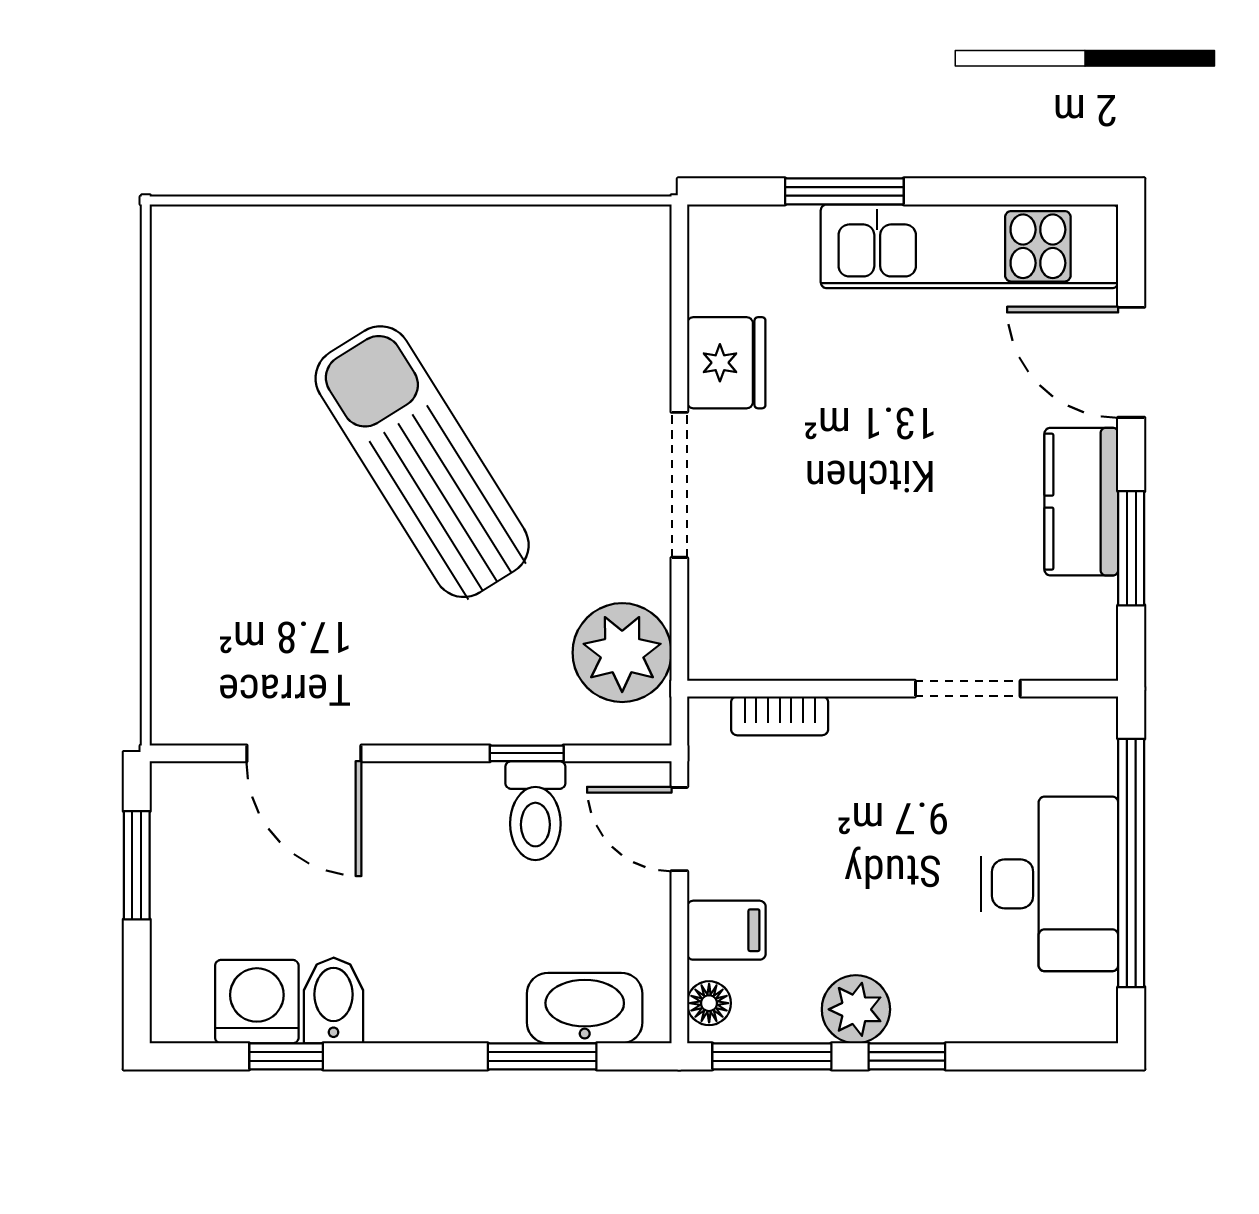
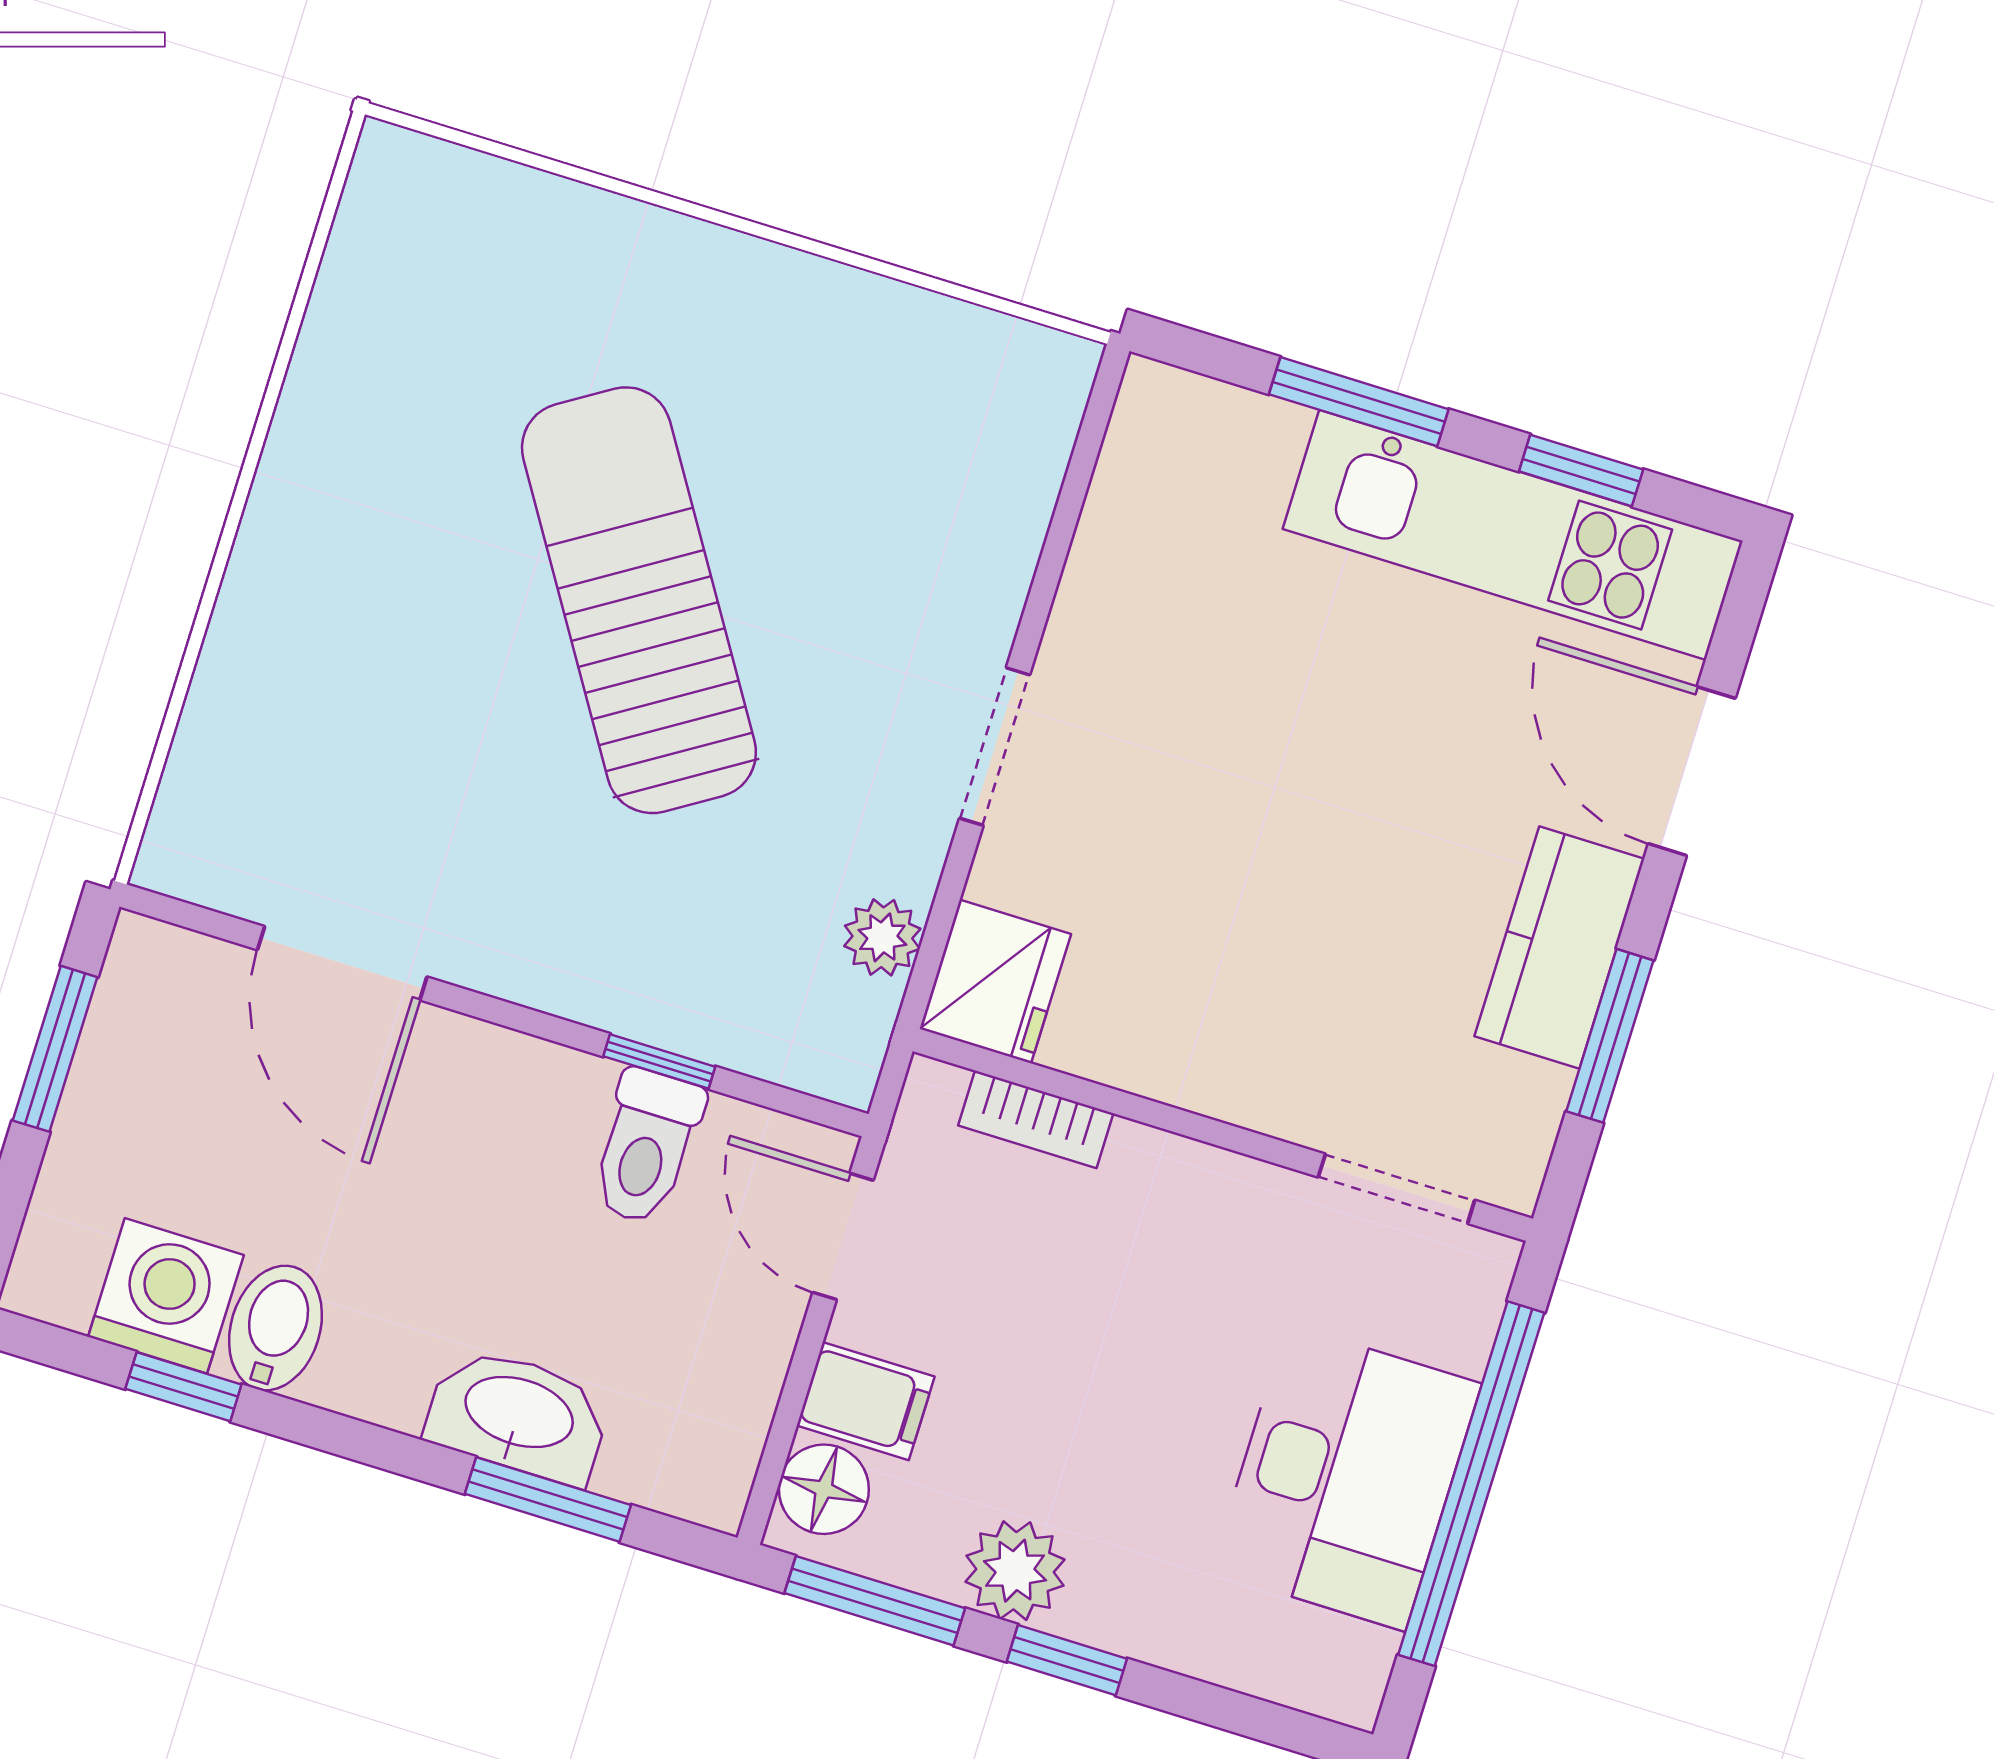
window: (1000, 191) -> (1581, 470), added
fridge: (726, 363) -> (995, 981), moved
doorway: (679, 485) -> (995, 746), width x0.73
plant: (622, 653) -> (882, 937), width x0.53, depth x0.53
doorway: (968, 689) -> (1396, 1189), moved
floor lamp: (709, 1003) -> (824, 1489), width x1.37, depth x1.37
washbasin: (585, 1008) -> (518, 1415), moved

